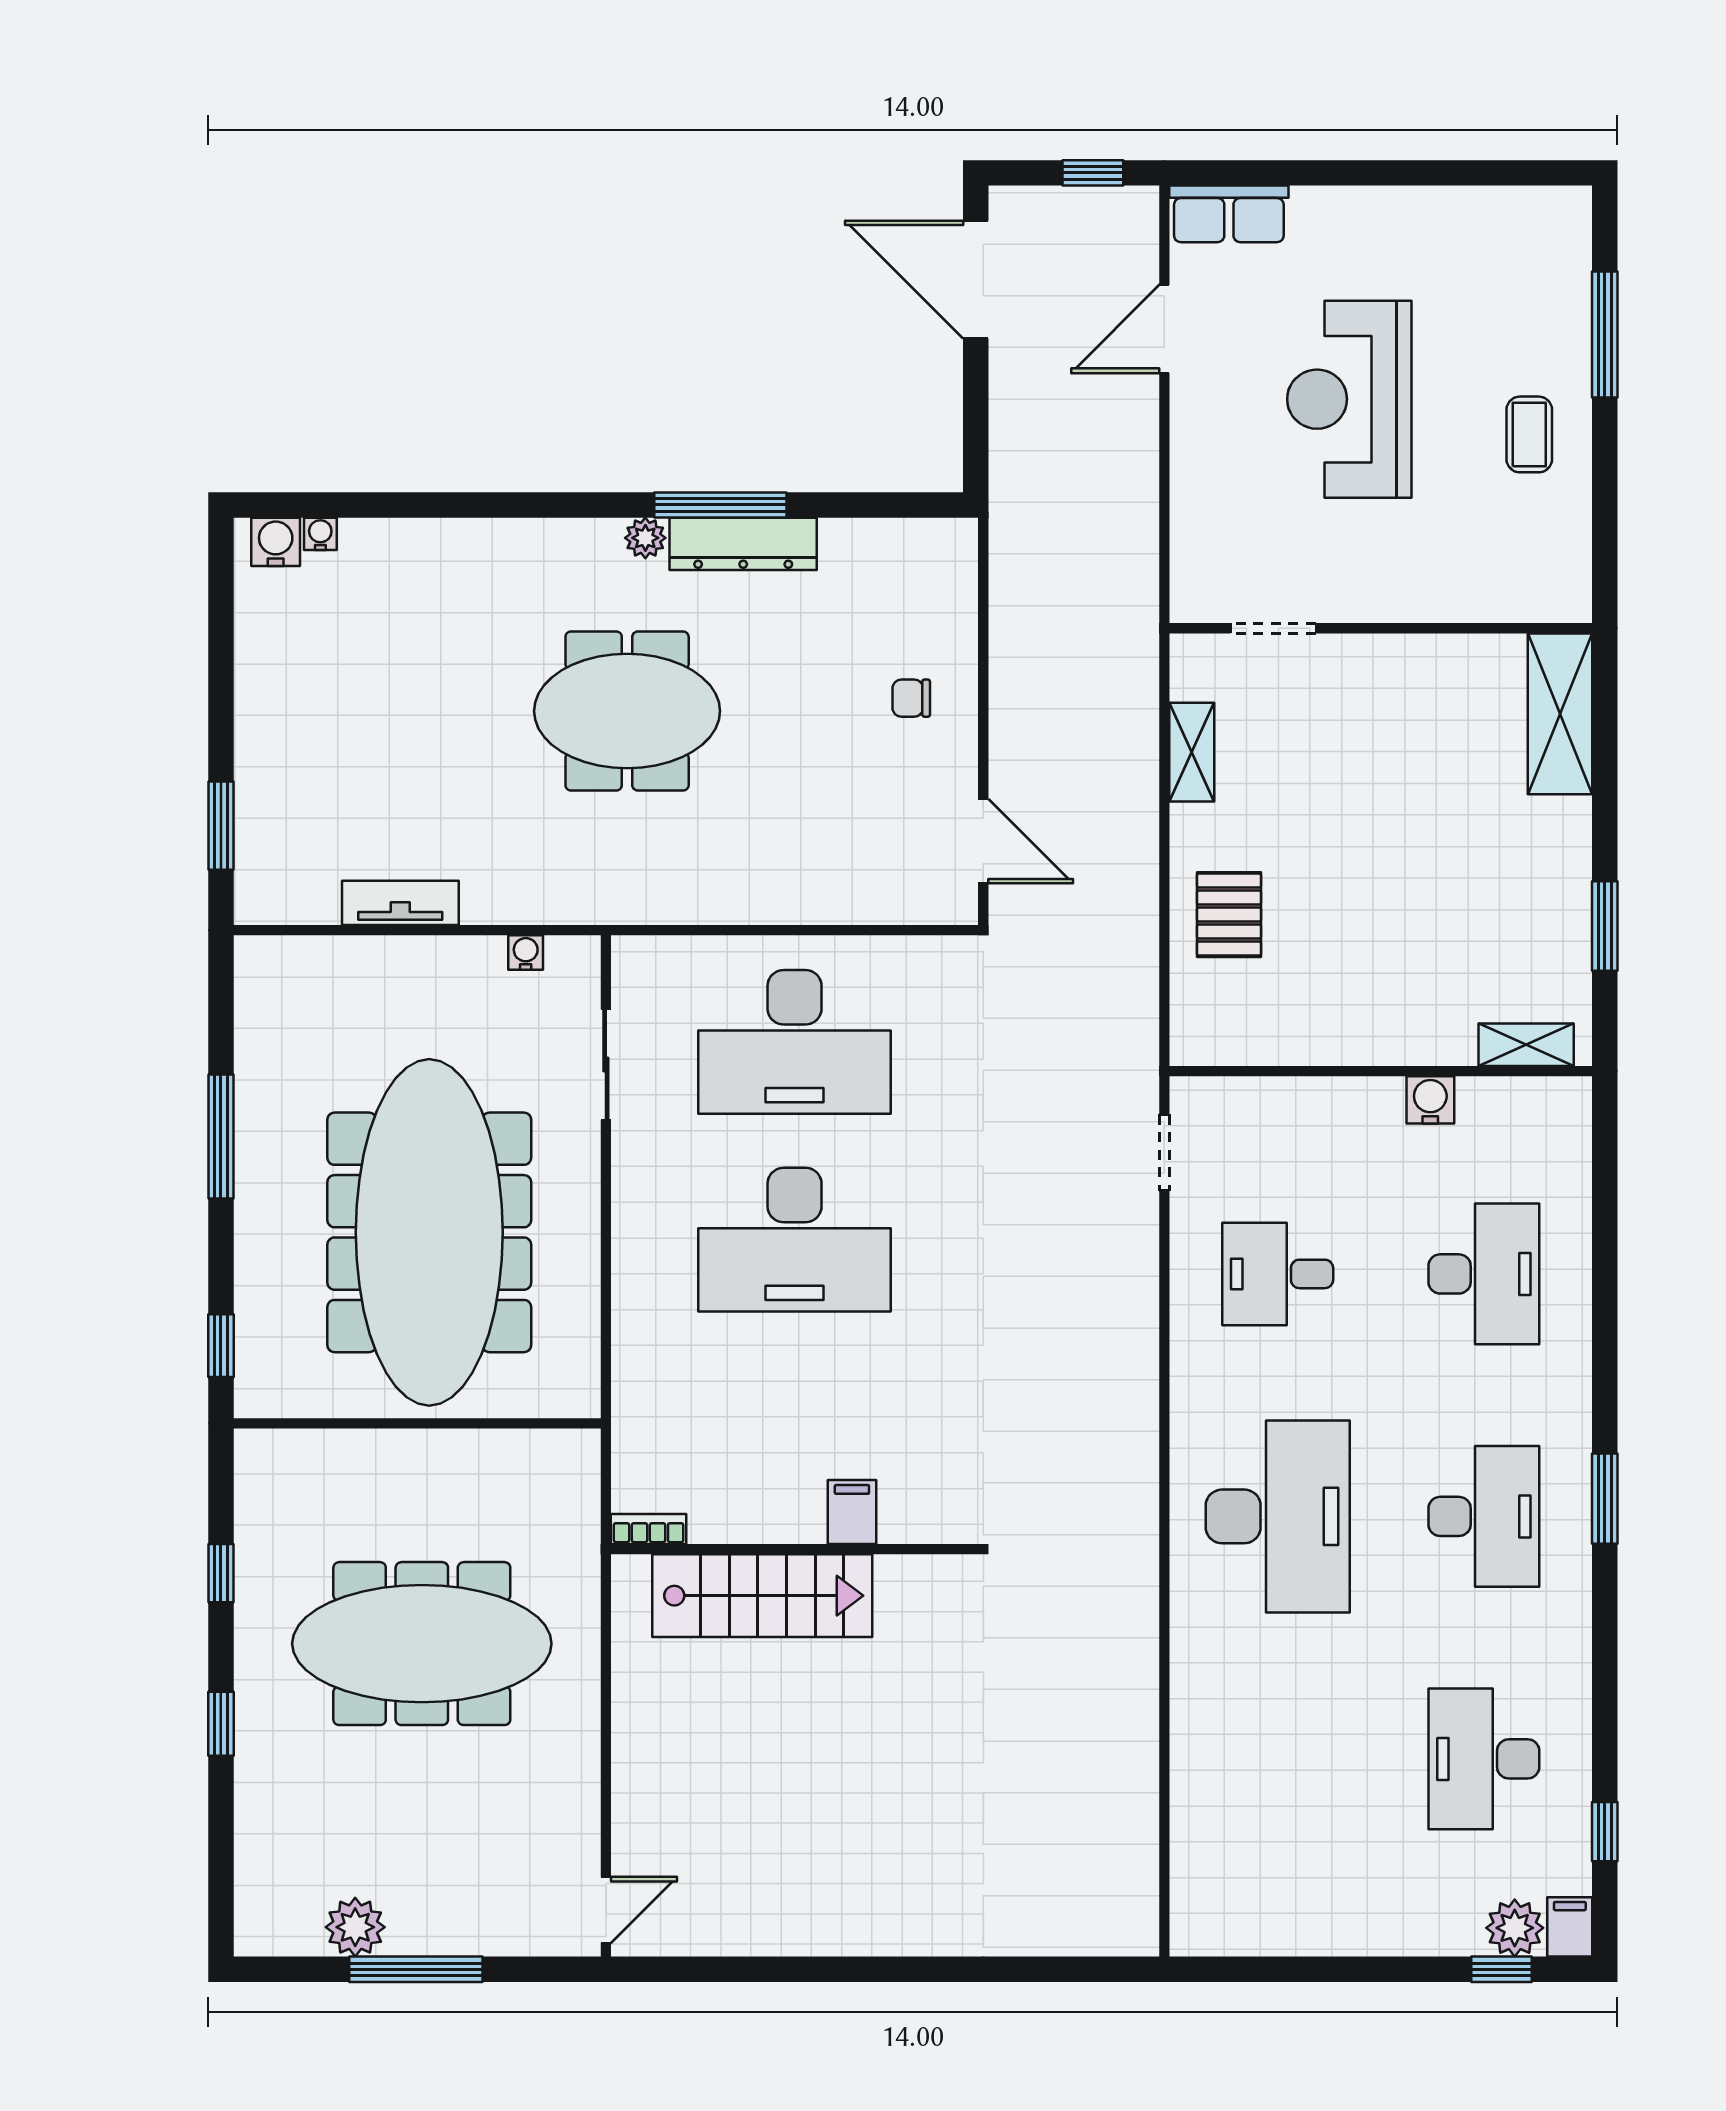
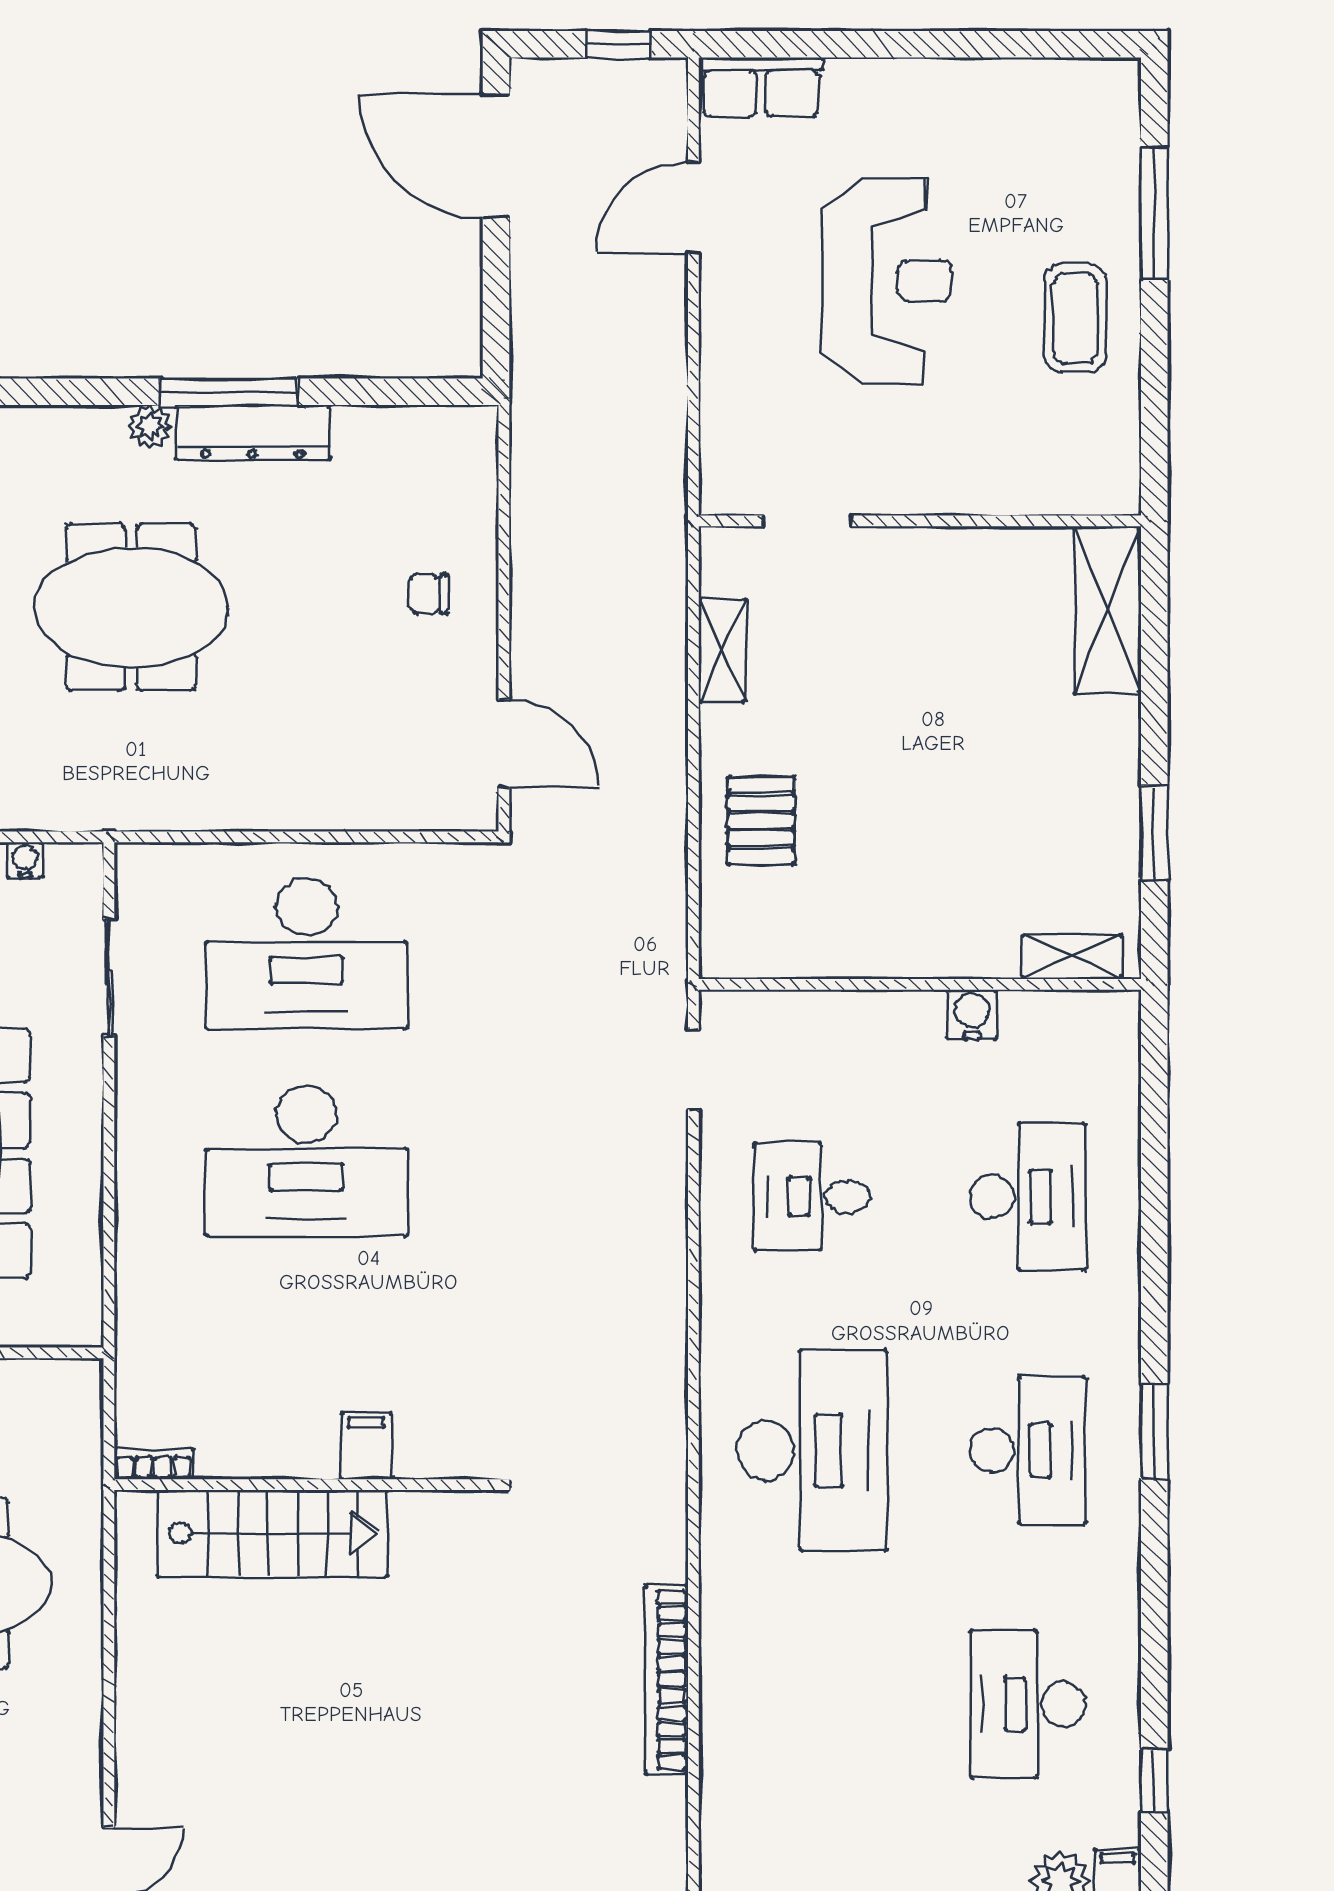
reception desk: (1349, 399) -> (887, 281), turned 180
coffee table: (1529, 434) -> (1075, 318), width x1.36, depth x1.30
bookcase: (1139, 1736) -> (667, 1680), added

